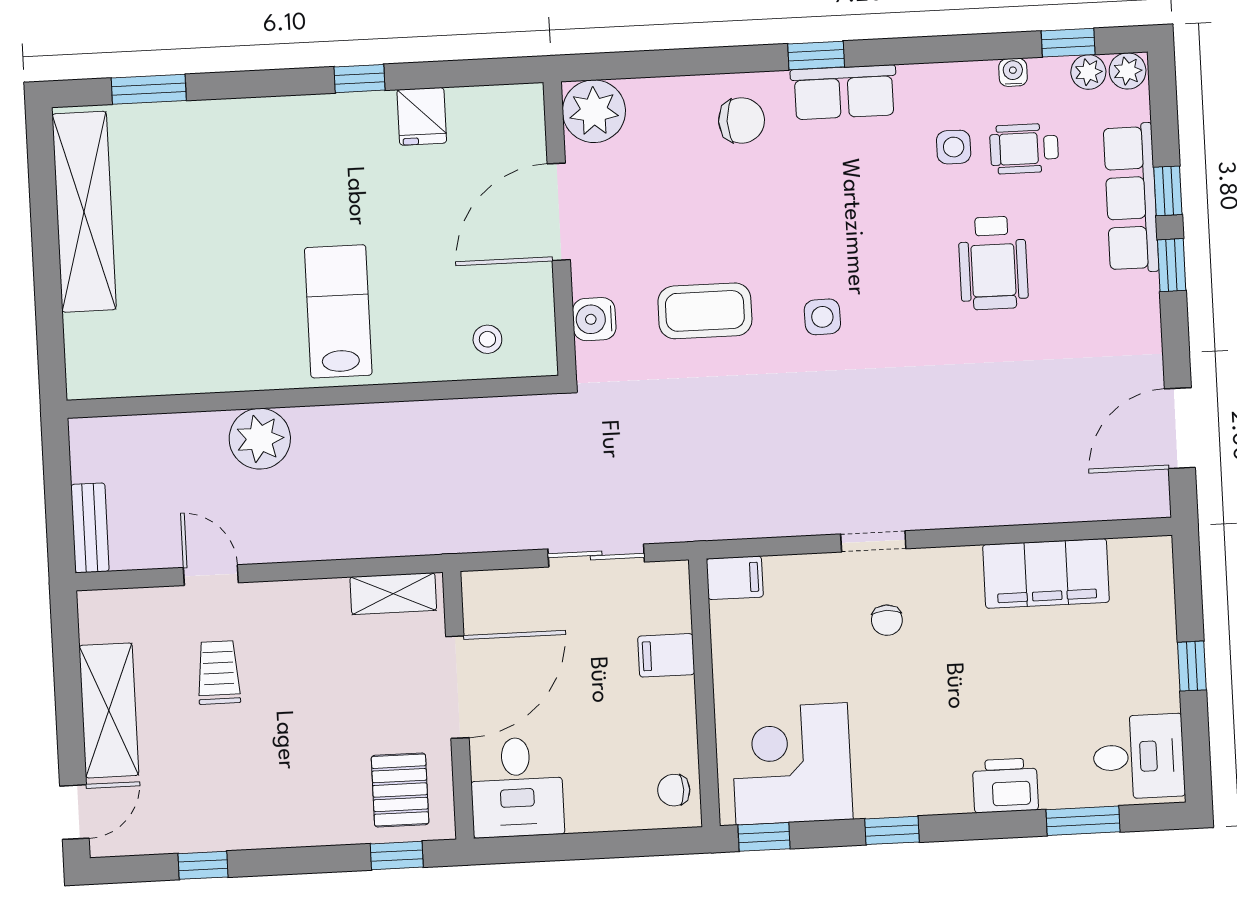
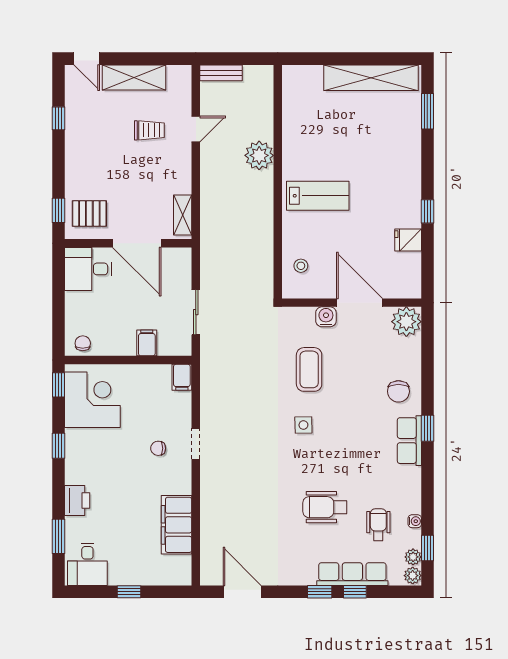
side table: (954, 147) -> (381, 491), removed
water cooler: (594, 319) -> (326, 317), moved

